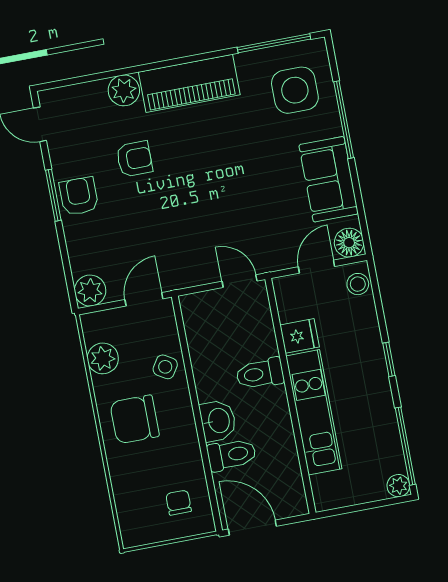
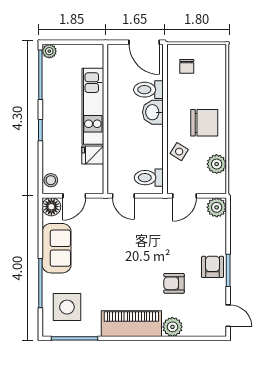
armchair: (79, 196) -> (213, 267), turned 180
toilet: (260, 374) -> (149, 178), moved, turned 180

